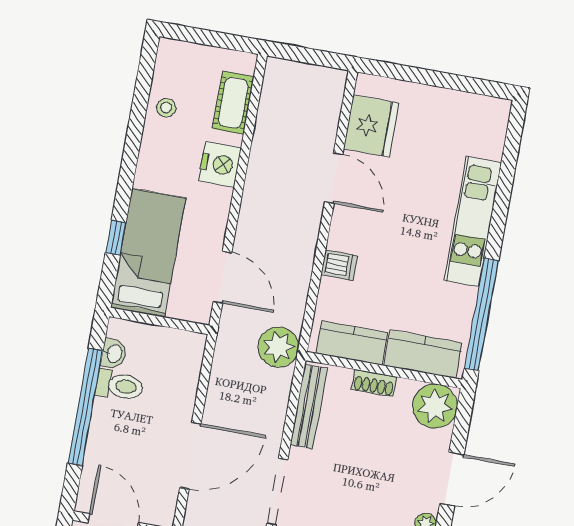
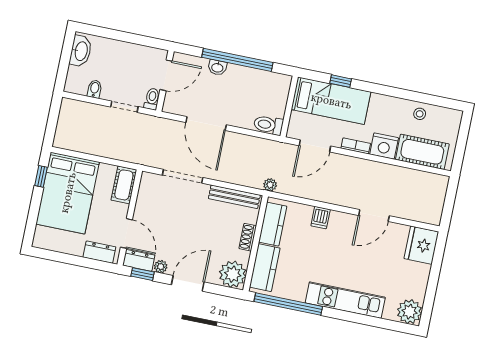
cot: (233, 103) -> (422, 152), width x1.37, depth x1.34
plant: (489, 116) -> (410, 312), added
fridge: (371, 126) -> (421, 245), moved, turned 90
bookcase: (221, 211) -> (356, 146), added
plant: (278, 347) -> (270, 185), width x0.53, depth x0.53
washbasin: (114, 354) -> (217, 67), moved
toilet: (120, 386) -> (268, 125), moved, turned 90
door: (452, 479) -> (188, 283), swing flipped

